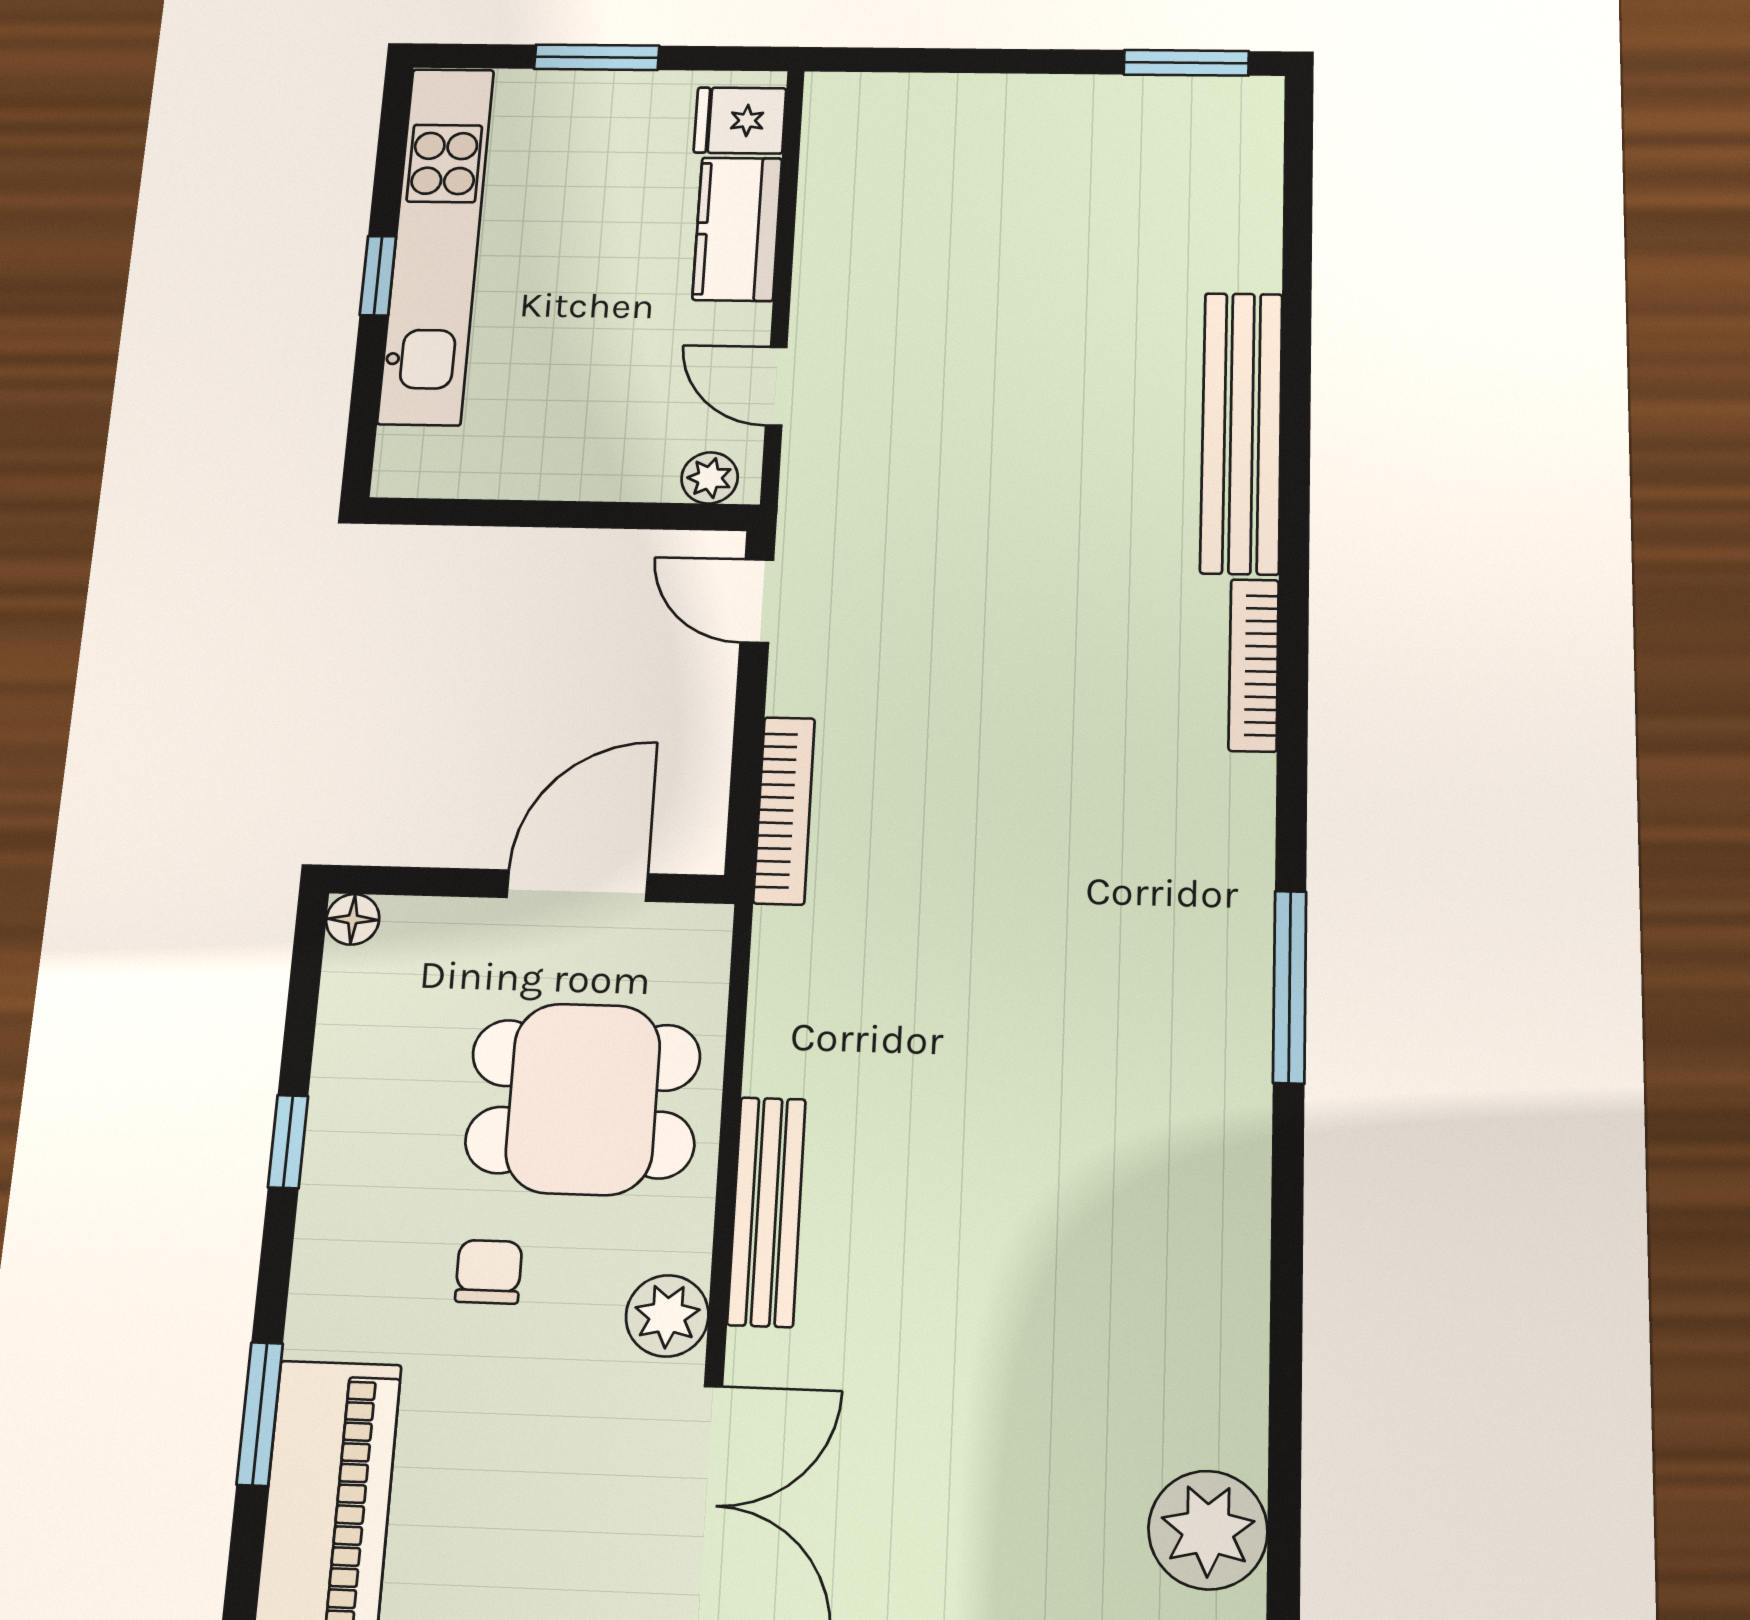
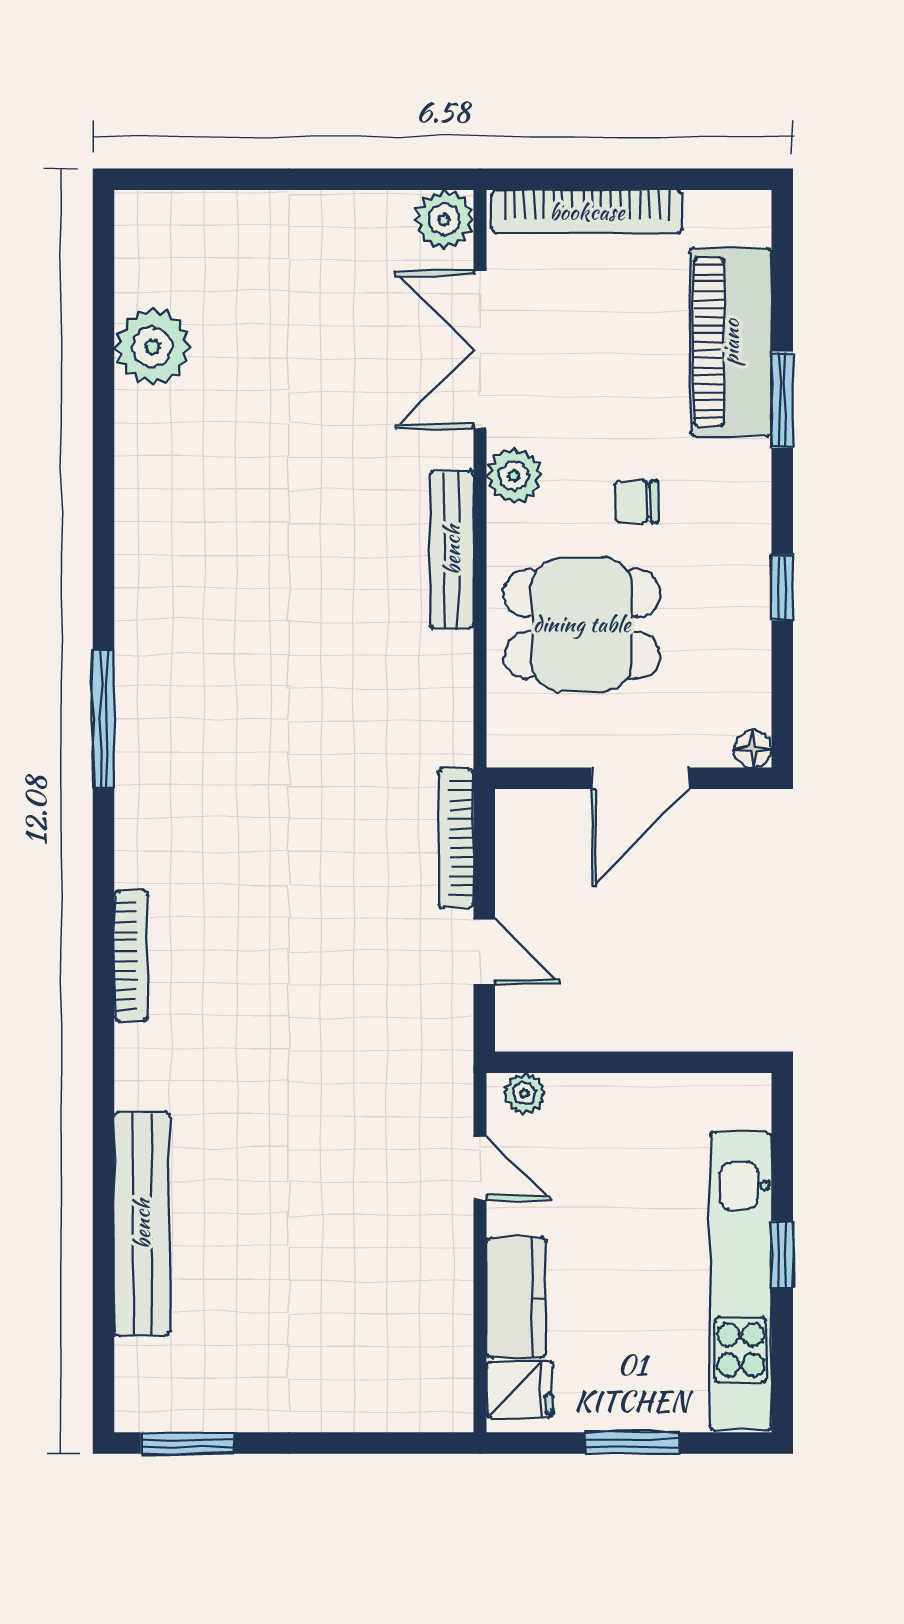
bench: (1242, 432) -> (142, 1224), moved
door: (757, 601) -> (484, 952), moved
door: (577, 886) -> (640, 778), moved
chair: (489, 1272) -> (637, 502), turned 90

